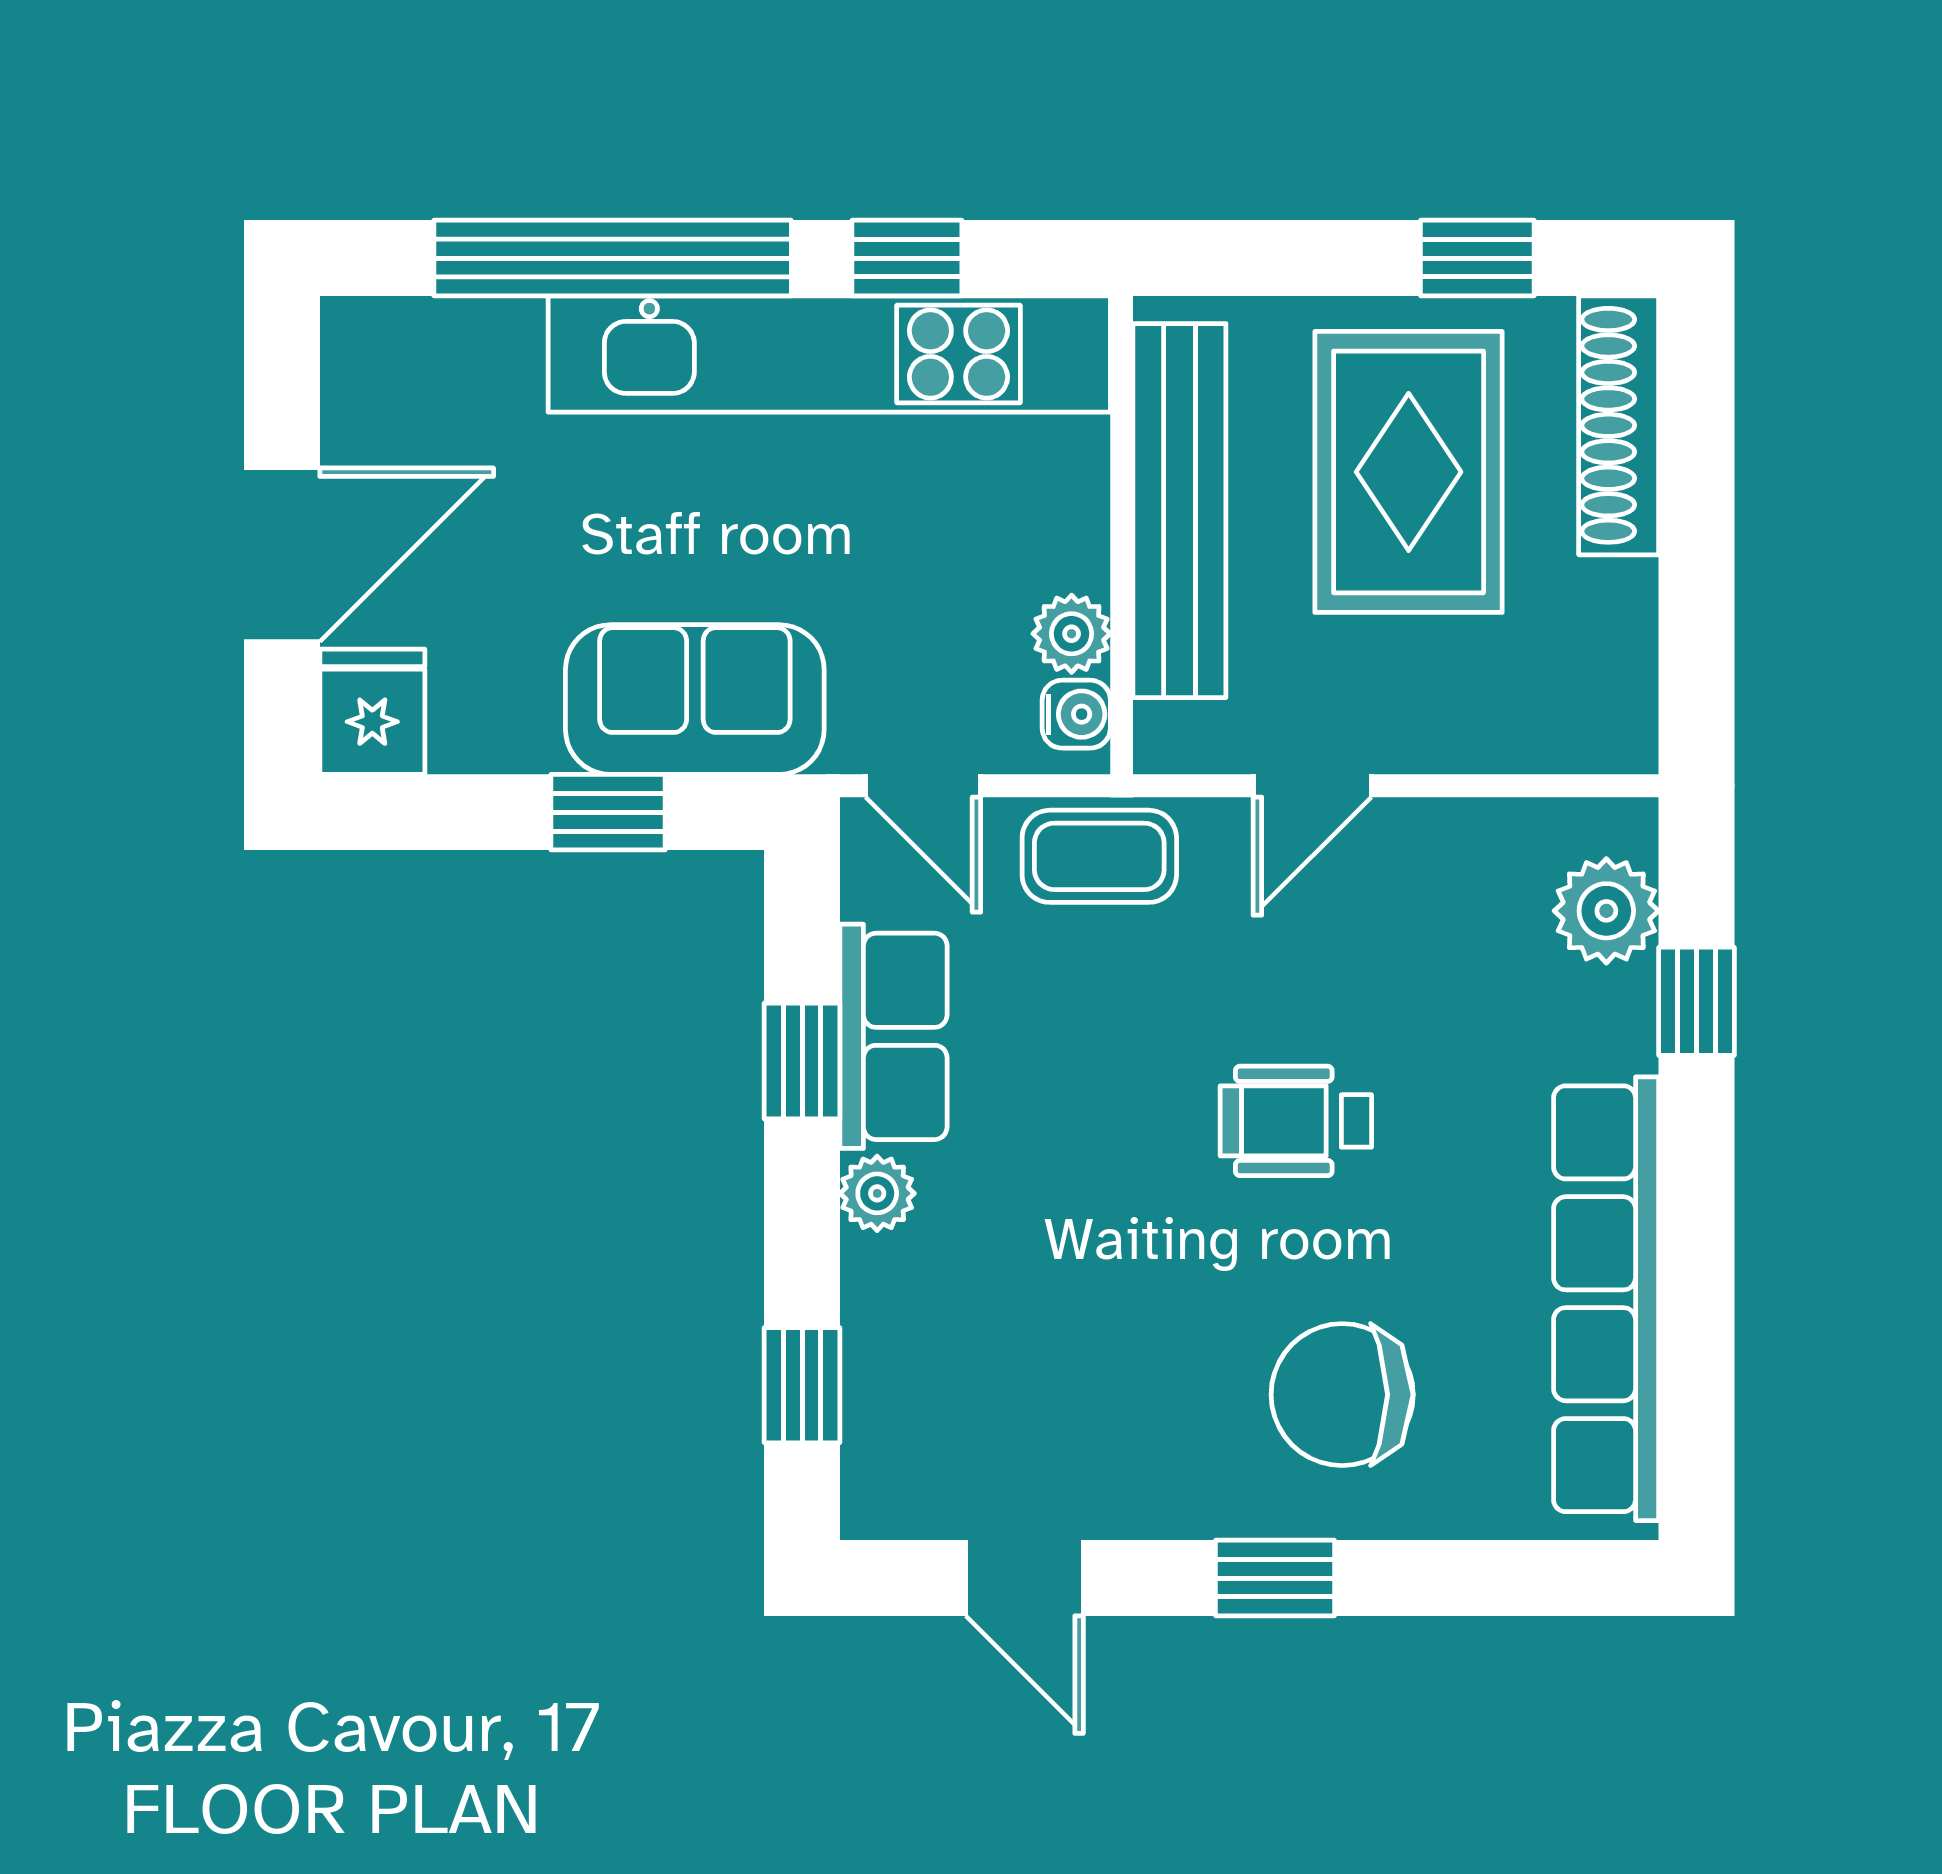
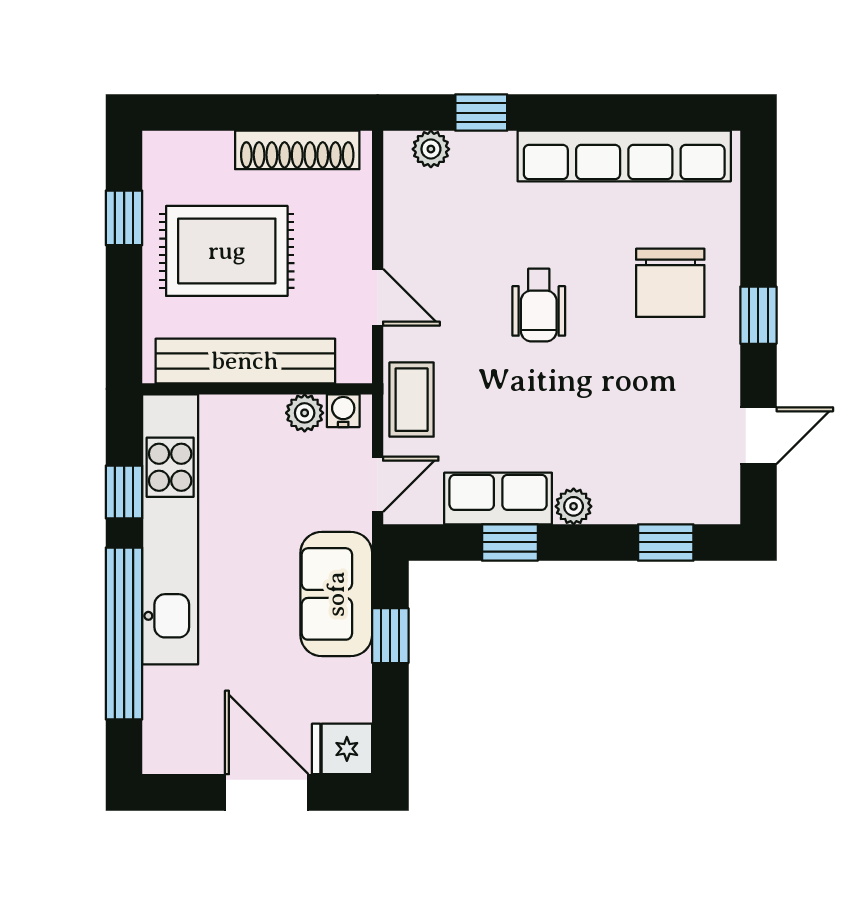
shoe rack: (1619, 425) -> (297, 150), moved
plant: (1606, 911) -> (431, 149), width x0.73, depth x0.73

